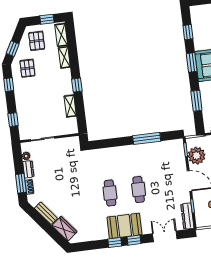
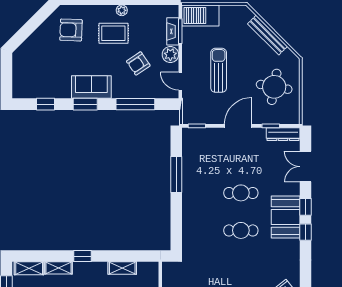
window: (77, 85) -> (82, 256), moved
window: (196, 101) -> (135, 104), width x1.44
plant: (197, 156) -> (206, 113), removed

